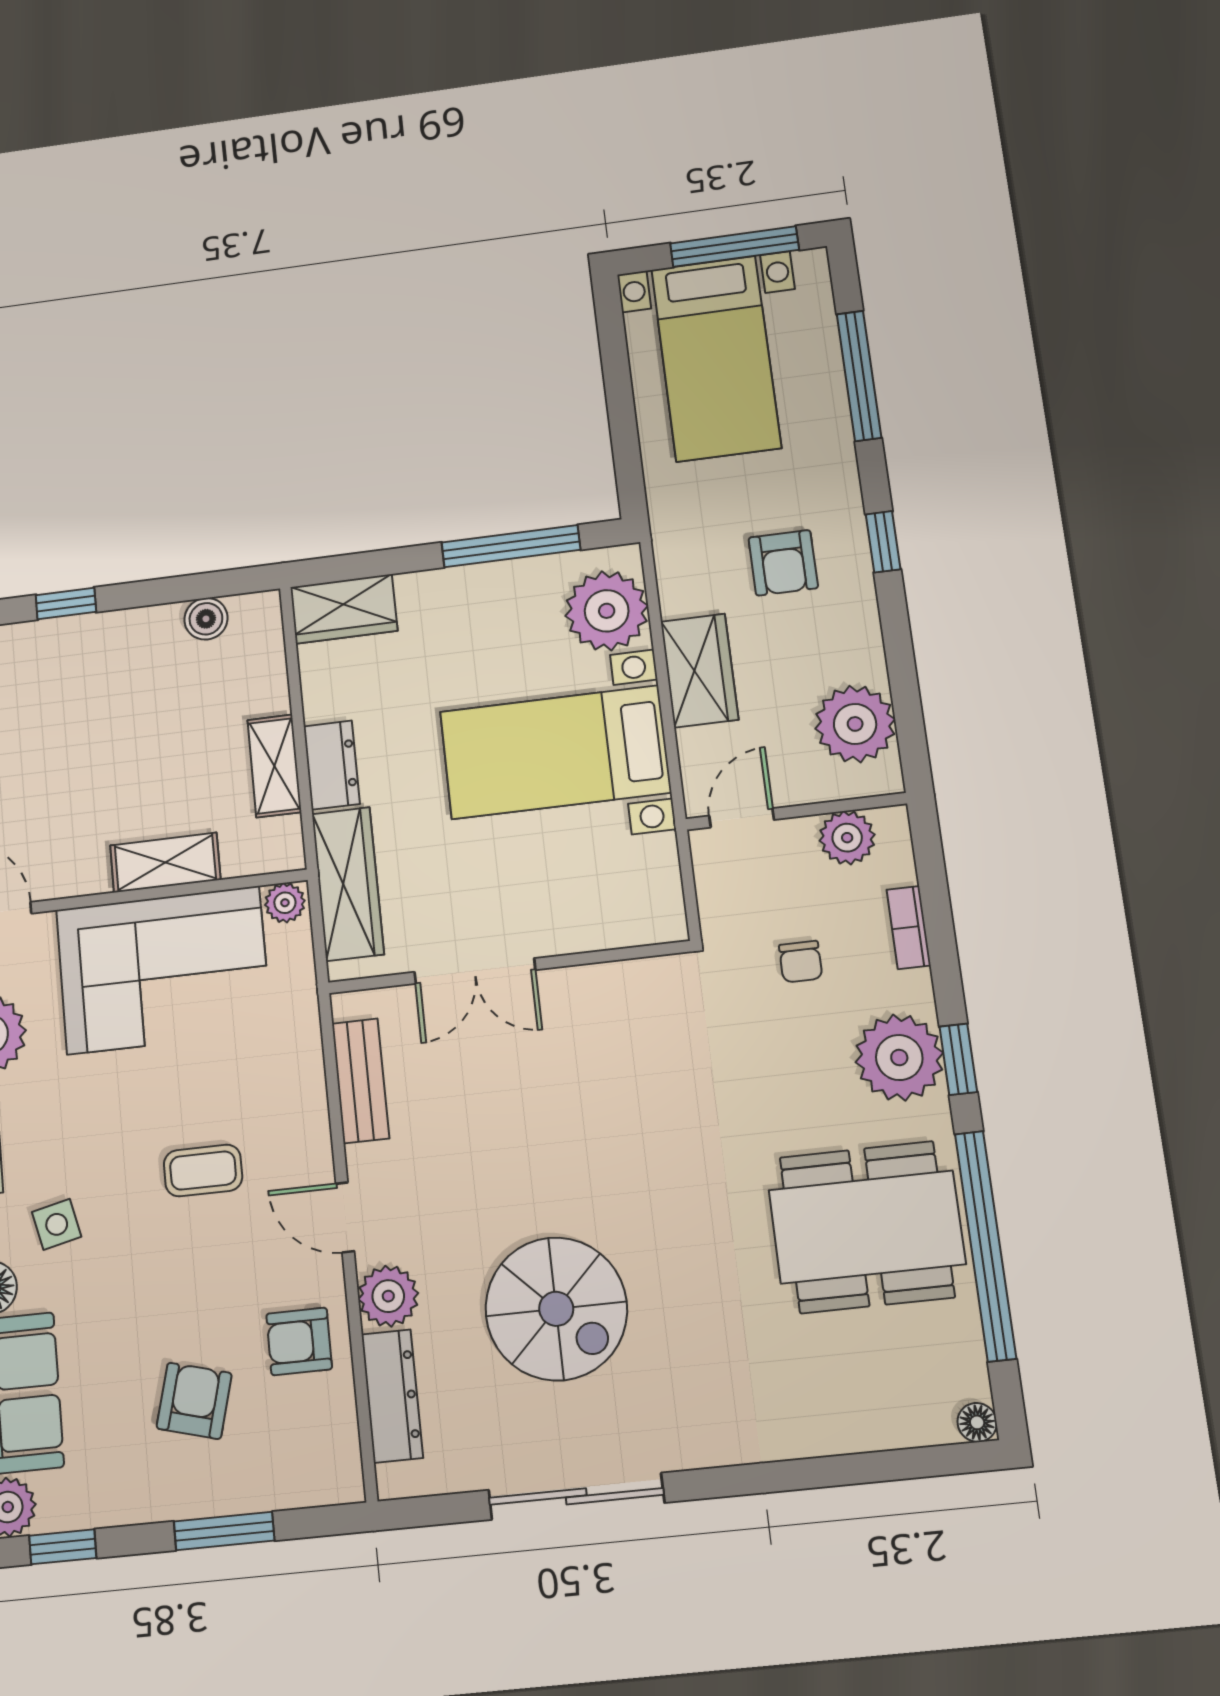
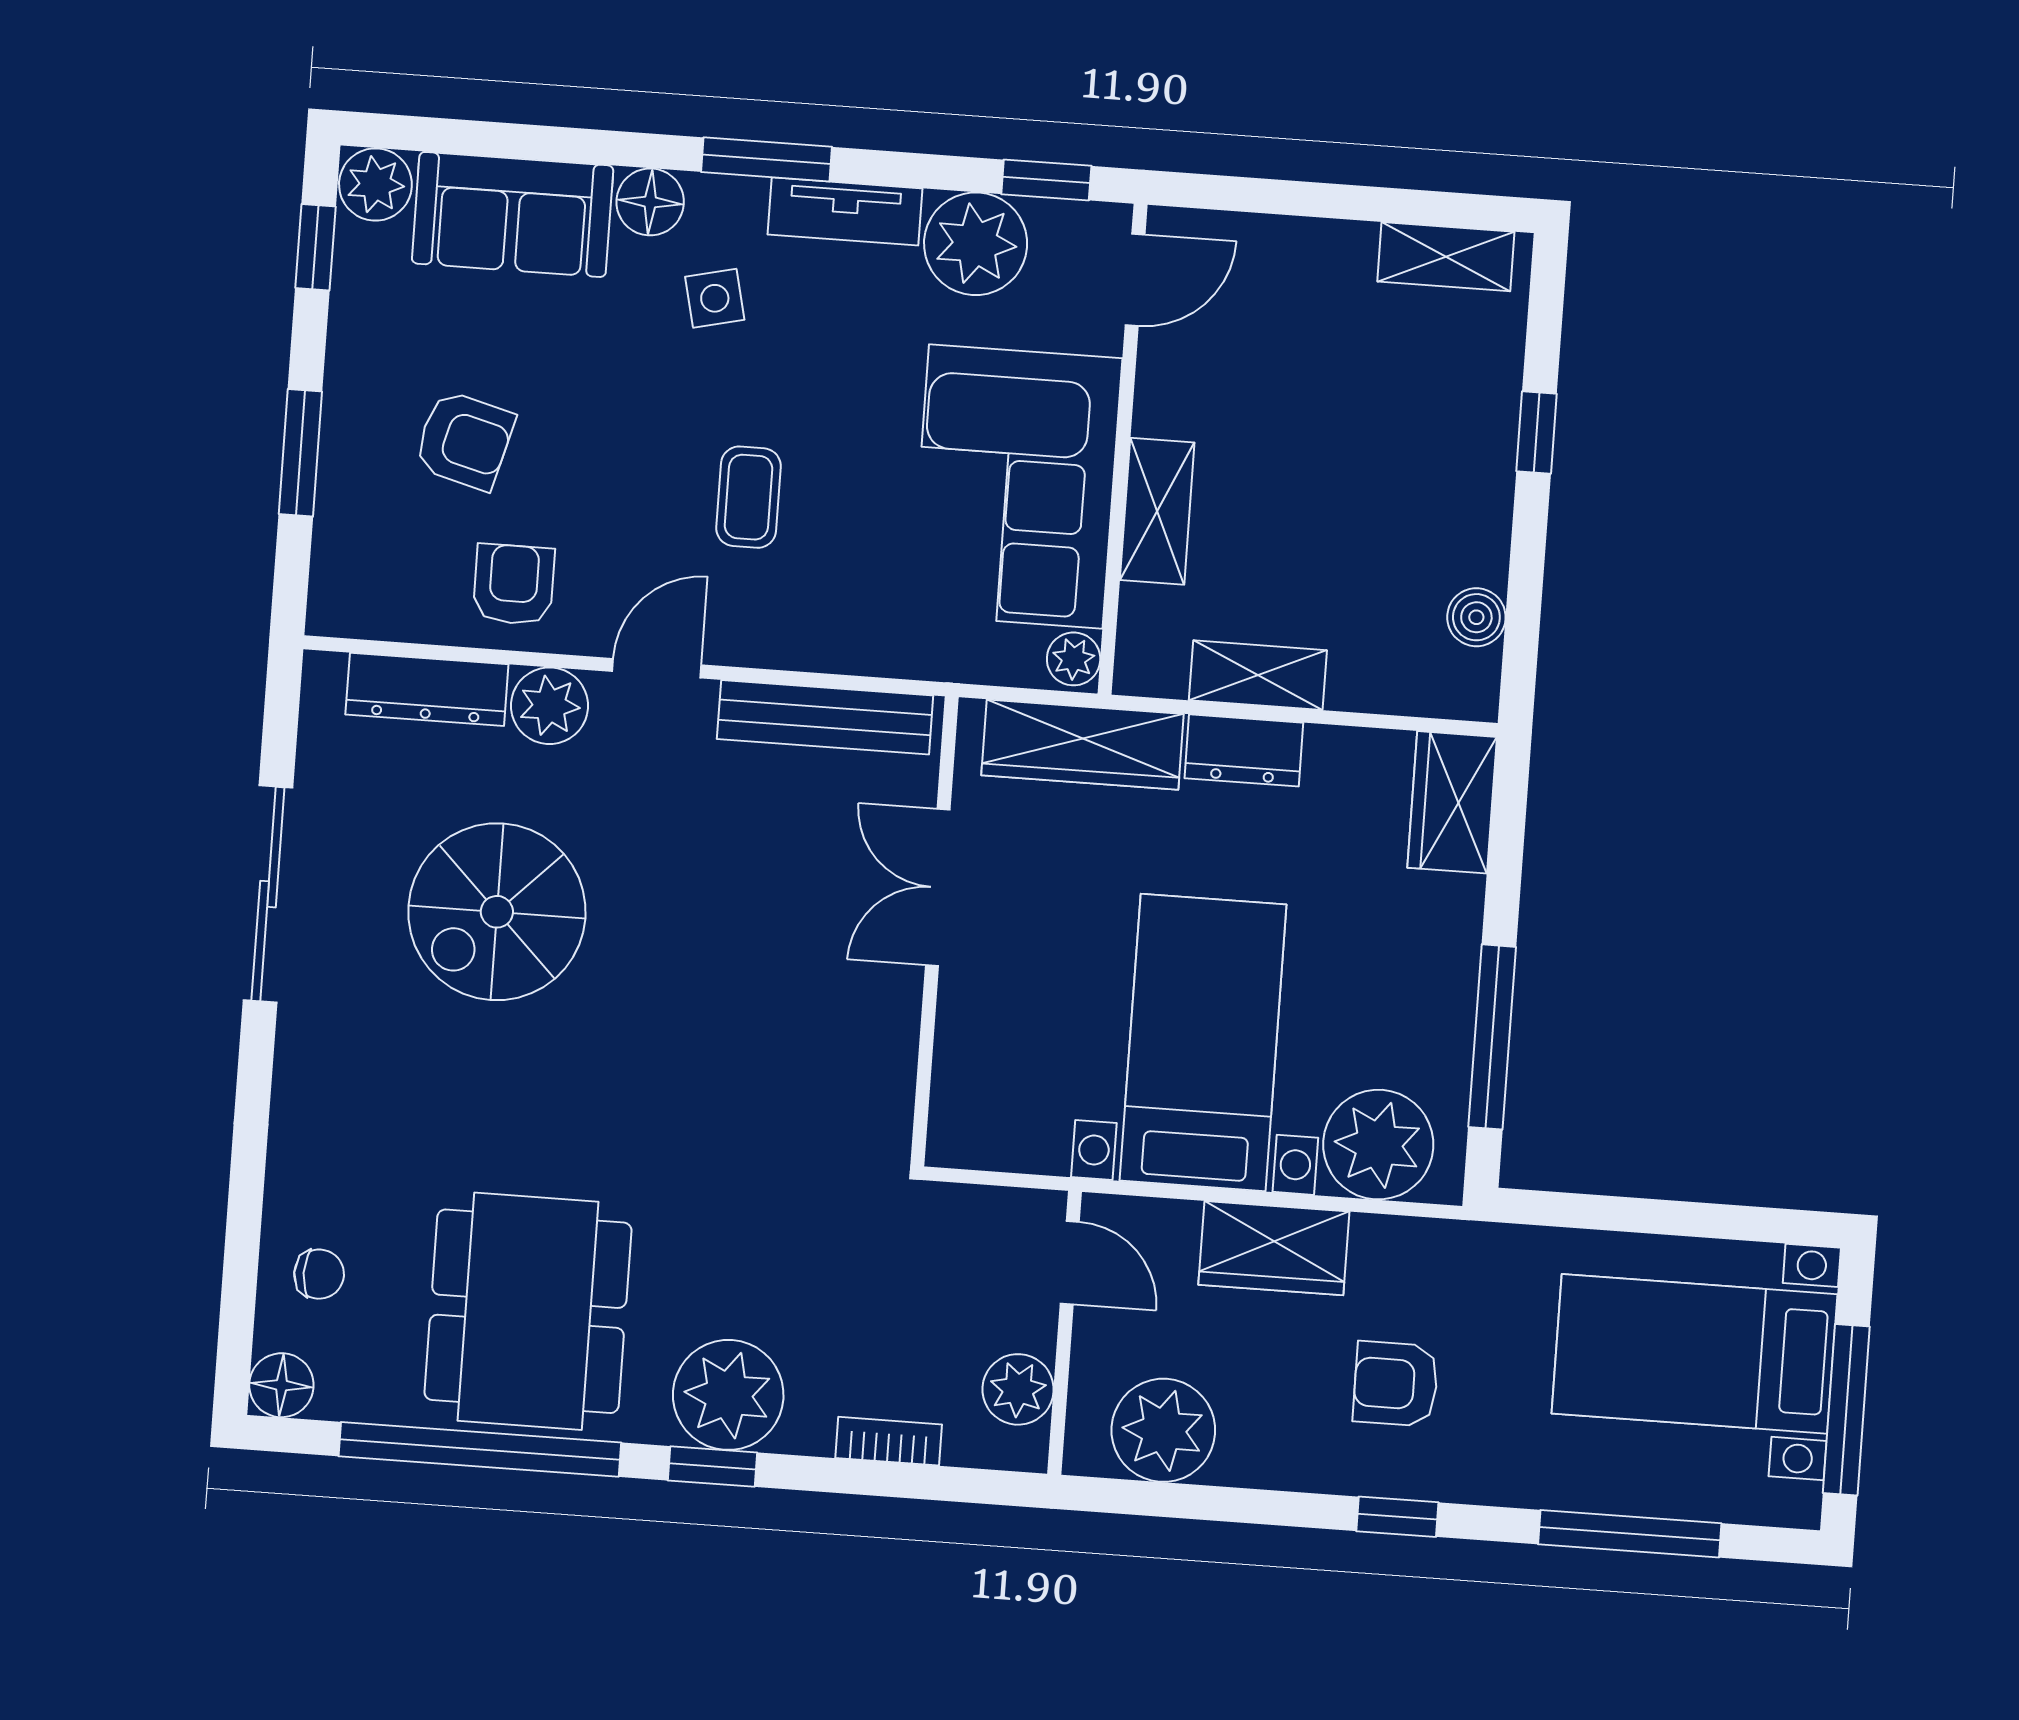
chair: (801, 962) -> (319, 1274), moved, turned 180
bench: (361, 1081) -> (825, 717), width x1.36
floor lamp: (977, 1422) -> (281, 1385), width x1.37, depth x1.37

